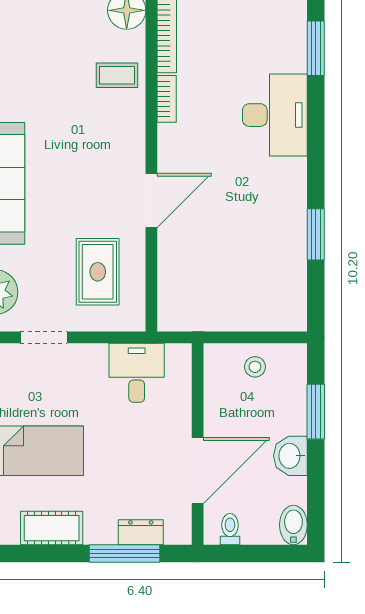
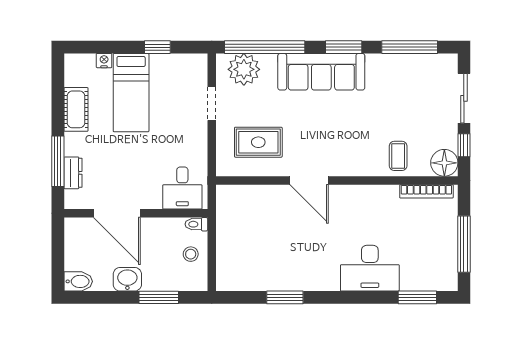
bookcase: (167, 99) -> (381, 191), removed
desk: (137, 373) -> (182, 188), moved, turned 90
toilet: (230, 529) -> (196, 224), moved, turned 180

